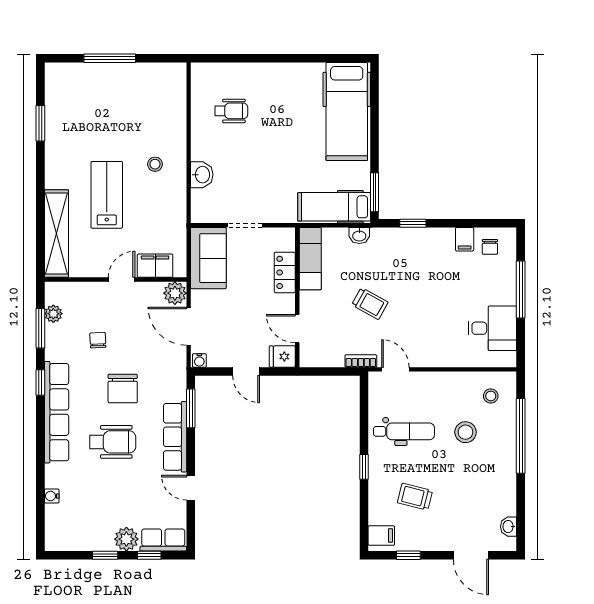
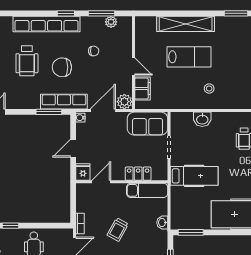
hospital bed: (334, 207) -> (194, 176), moved, turned 90
shelving: (56, 234) -> (186, 24), moved
row of seats: (175, 437) -> (64, 102), moved

